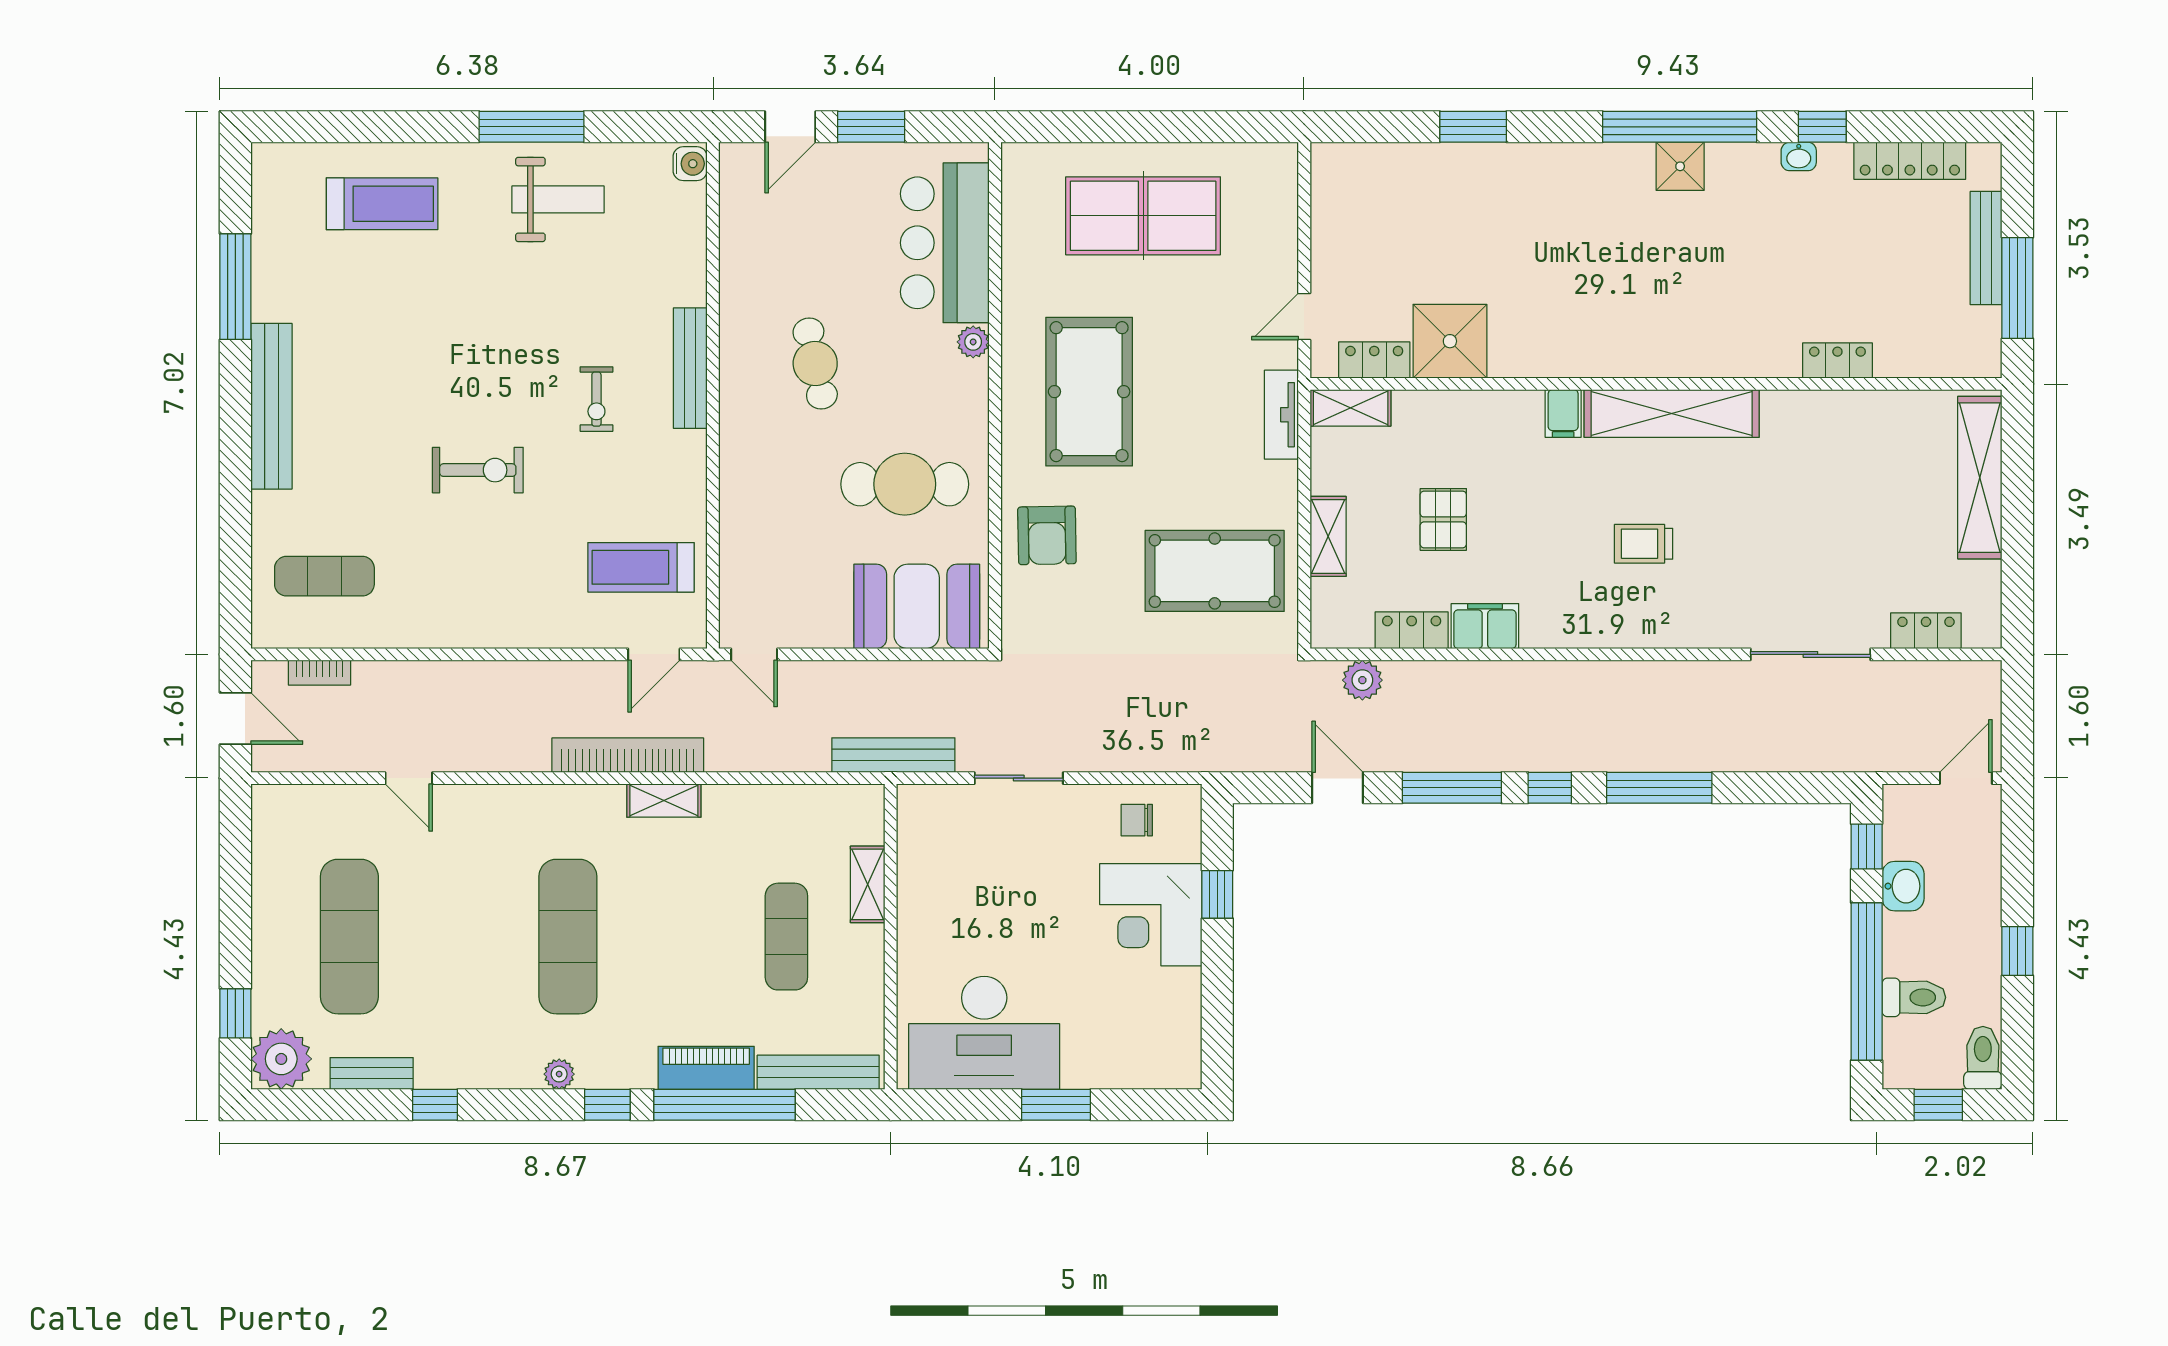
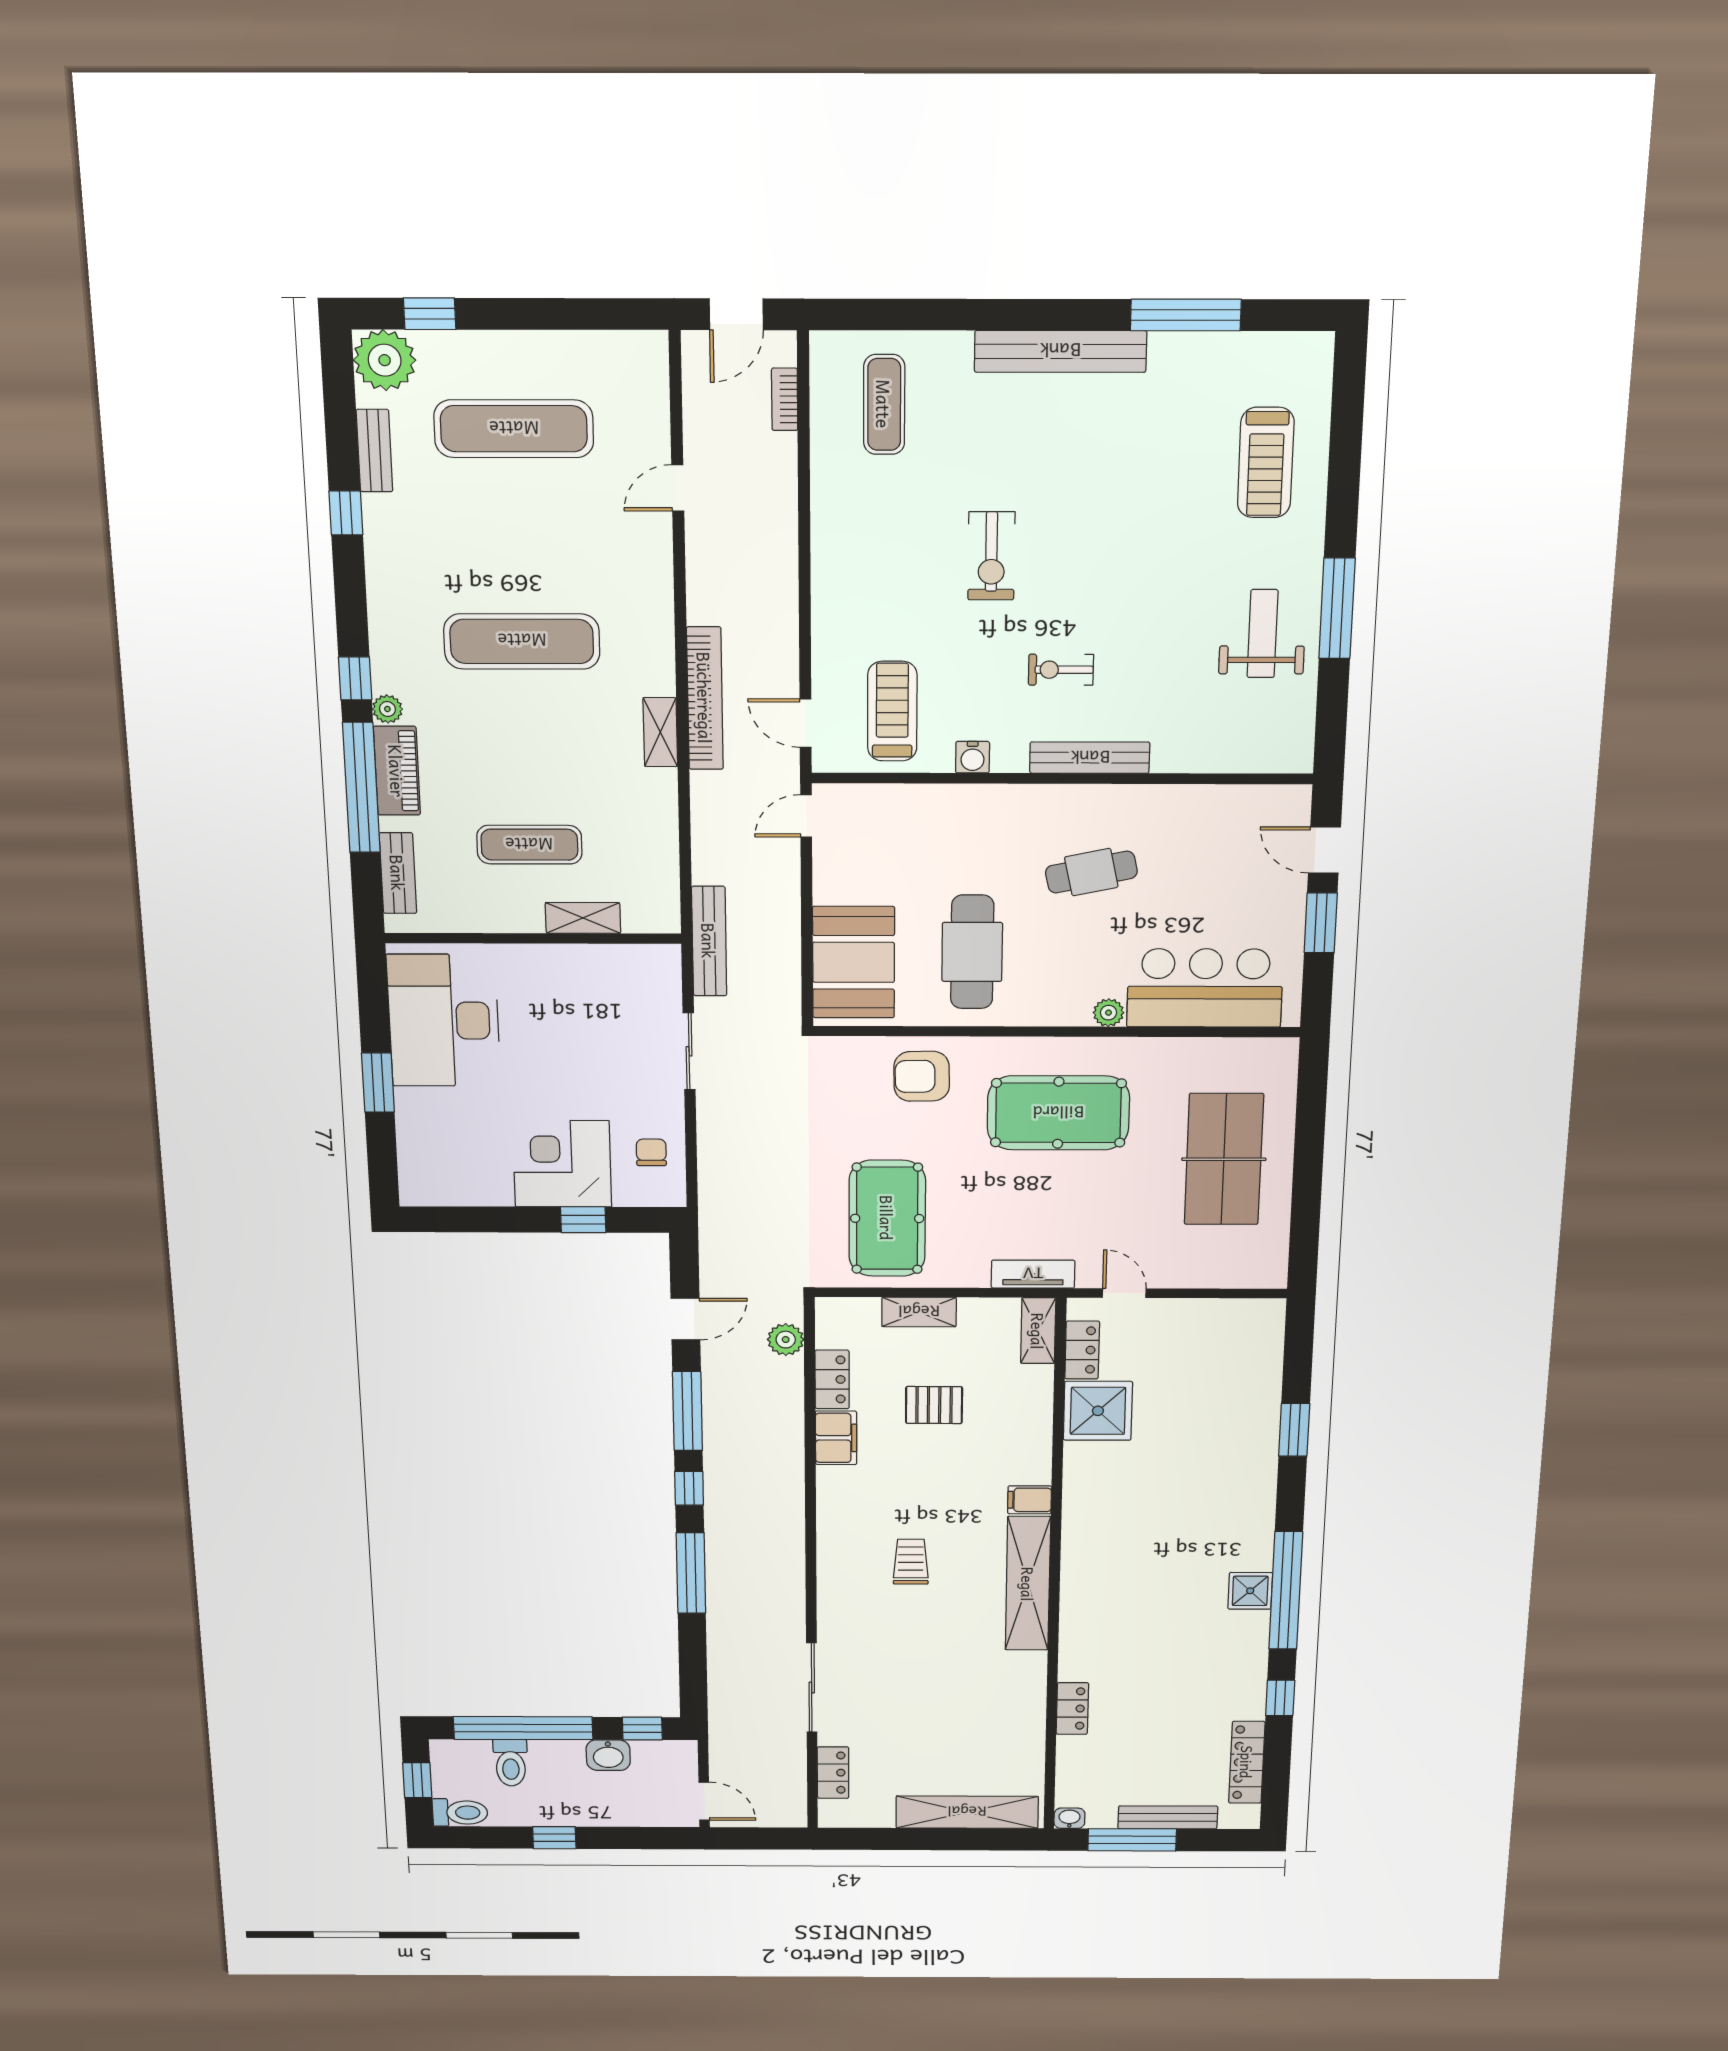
washbasin: (1799, 156) -> (1069, 1818), moved, turned 90
water cooler: (690, 164) -> (972, 757), moved
weight bench: (558, 199) -> (1263, 634), turned 180
bench: (818, 1072) -> (398, 873), width x0.73
plant: (559, 1074) -> (387, 709), moved

